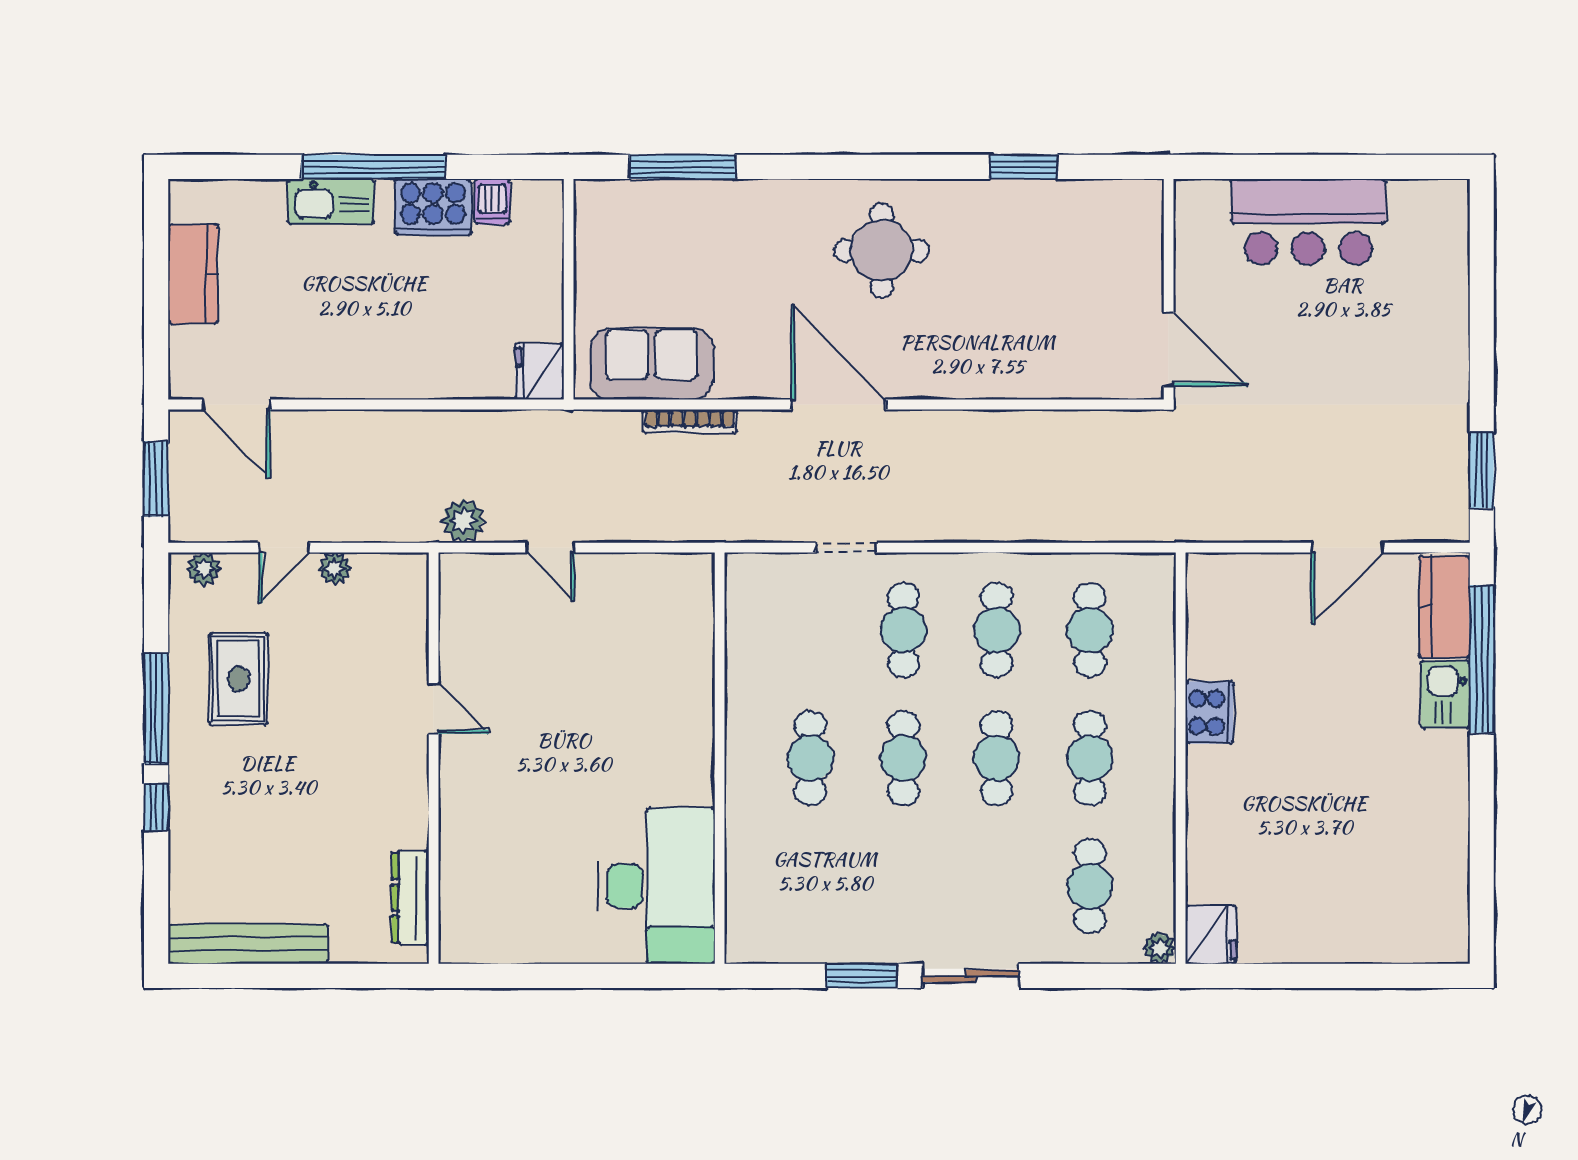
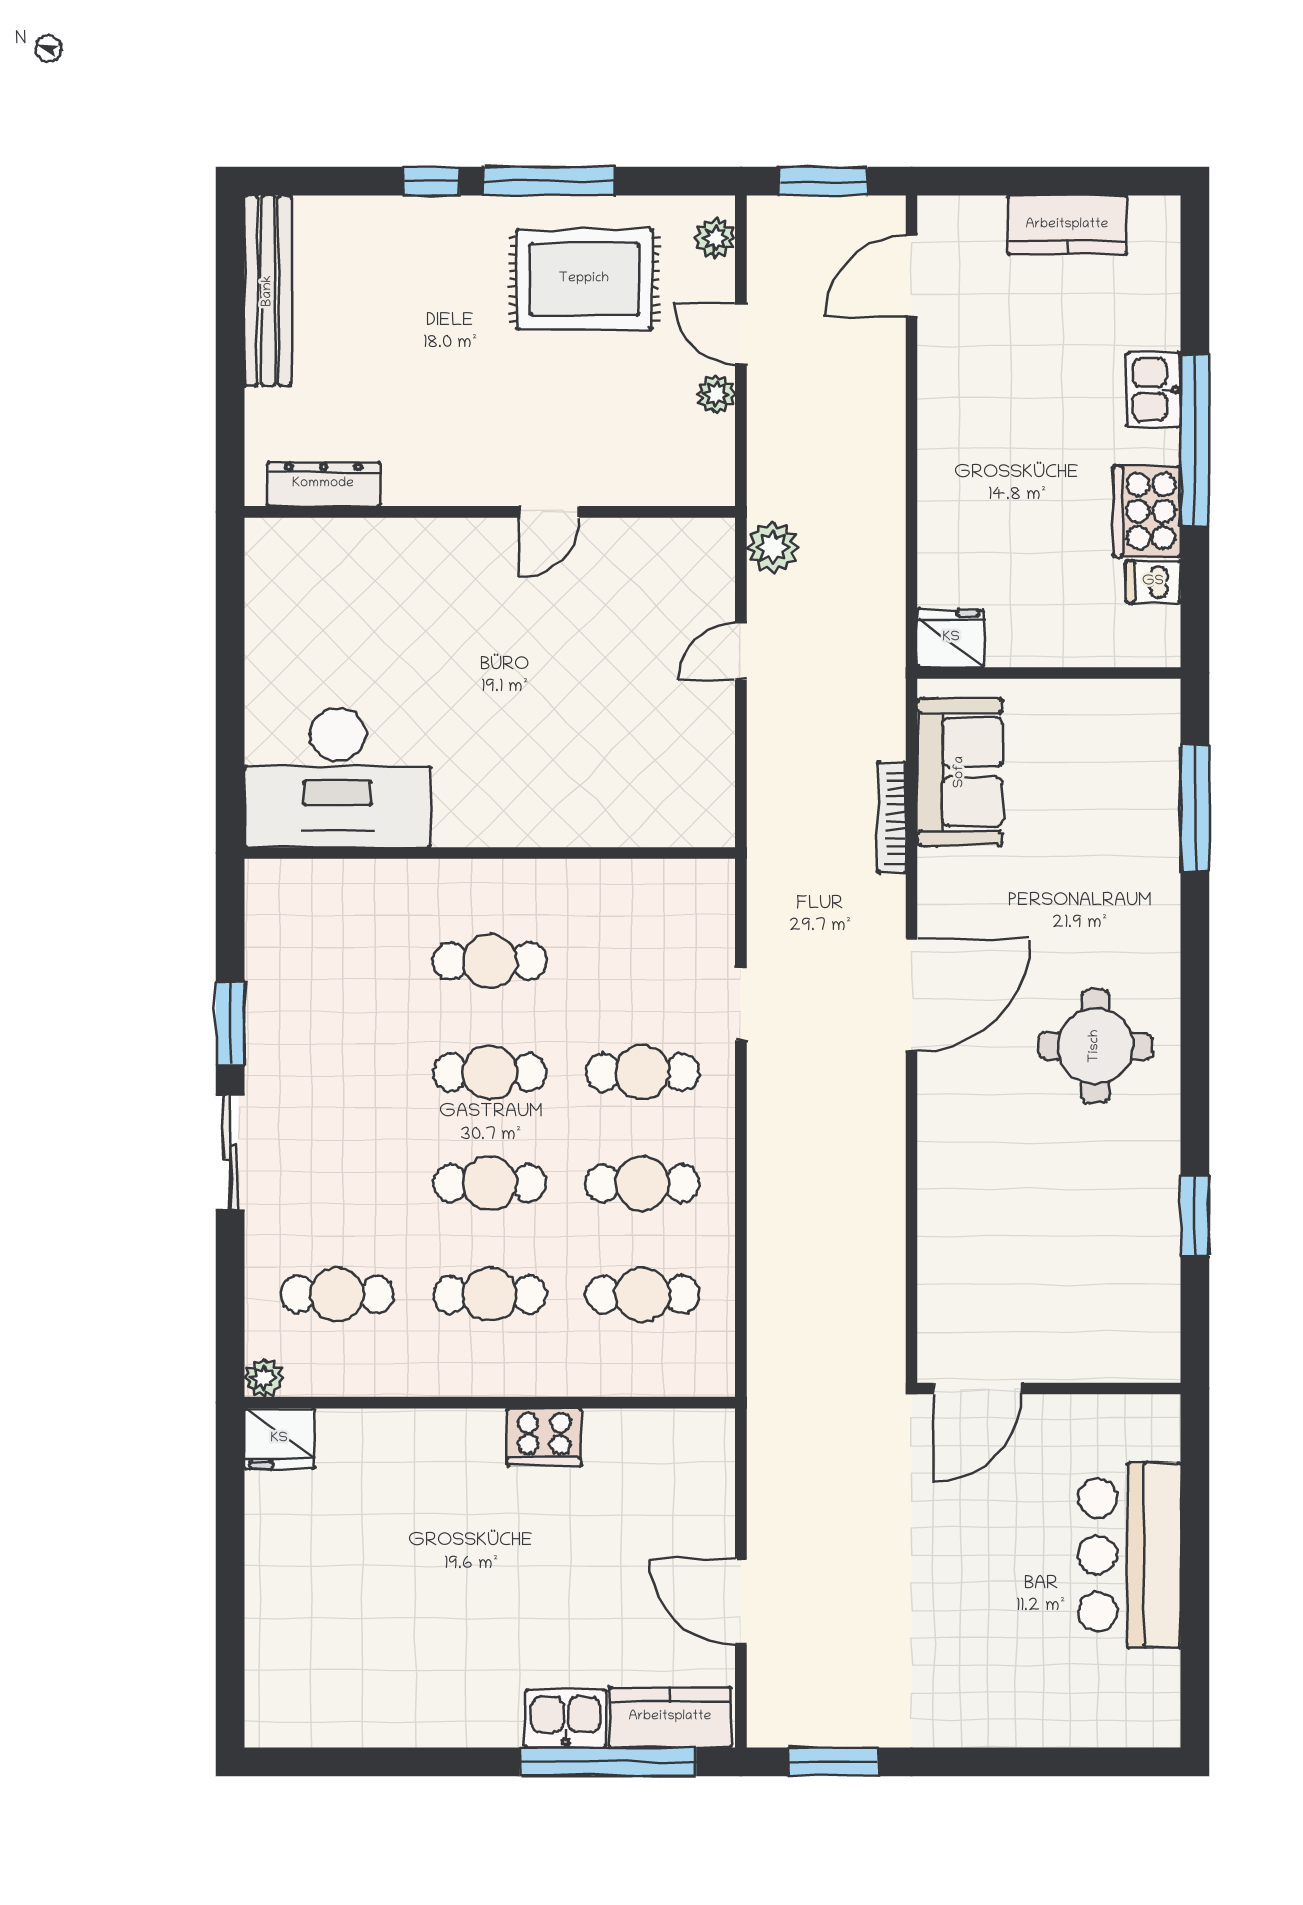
kitchen sink: (331, 201) -> (1154, 390), width x0.73
rug: (239, 679) -> (584, 279), width x1.36, depth x1.43

